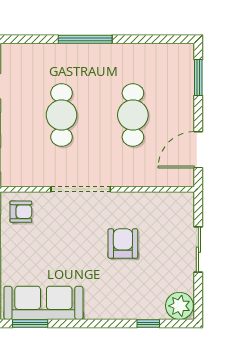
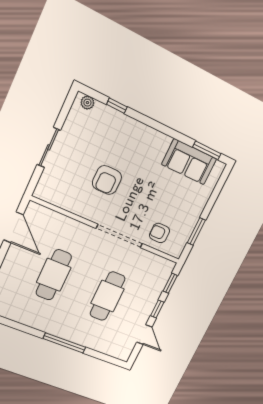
door: (198, 150) -> (13, 227), hinge flipped
armchair: (21, 212) -> (160, 233), moved
sofa: (43, 303) -> (189, 162), width x0.73
plant: (179, 306) -> (87, 103), width x0.53, depth x0.53

